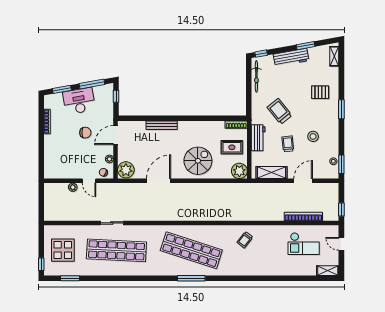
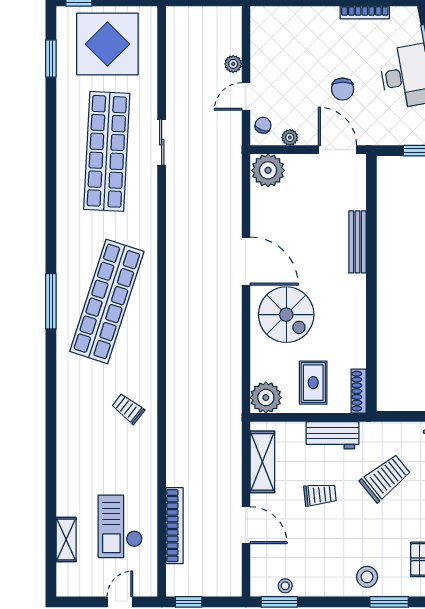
stool: (313, 136) -> (367, 577), moved
door: (159, 181) -> (246, 261), moved
display table: (63, 250) -> (107, 44), width x1.36, depth x1.36
shelving: (328, 271) -> (66, 540), moved

